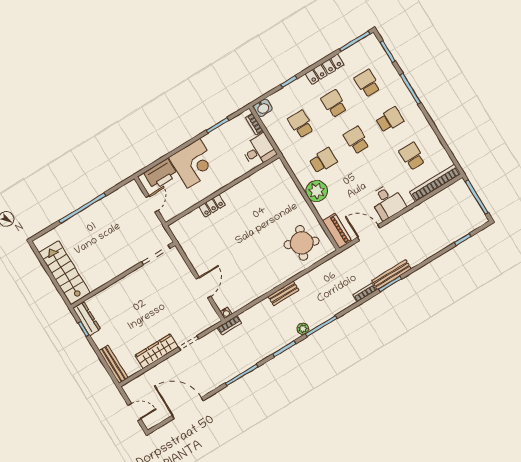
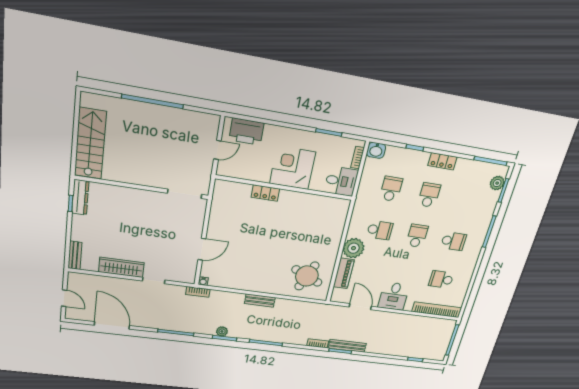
plant: (377, 51) -> (497, 183), added
locker: (325, 69) -> (442, 161), width x0.66
school desk: (367, 83) -> (466, 201), removed
school desk: (412, 156) -> (441, 279), turned -90
corner desk: (194, 163) -> (293, 168), moved, turned 180
piano: (337, 231) -> (344, 273), moved
plant: (303, 329) -> (222, 331), moved
bench: (114, 364) -> (75, 255), width x0.73

